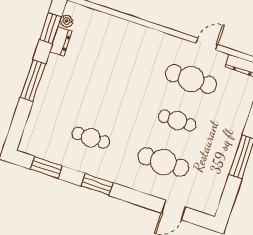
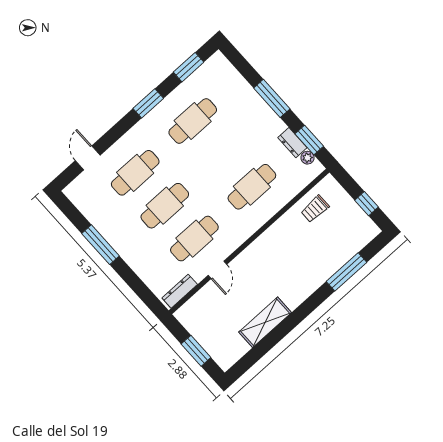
cafe table: (119, 55) -> (252, 187), added
cafe table: (177, 120) -> (165, 206), width x1.37, depth x1.35
cafe table: (91, 138) -> (193, 121), width x1.37, depth x1.35

